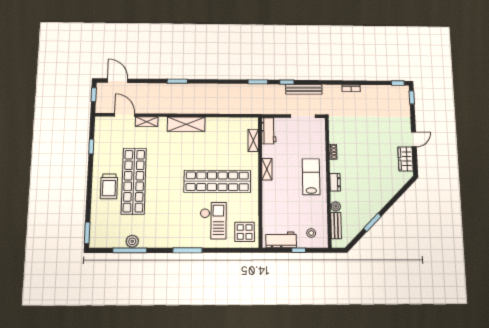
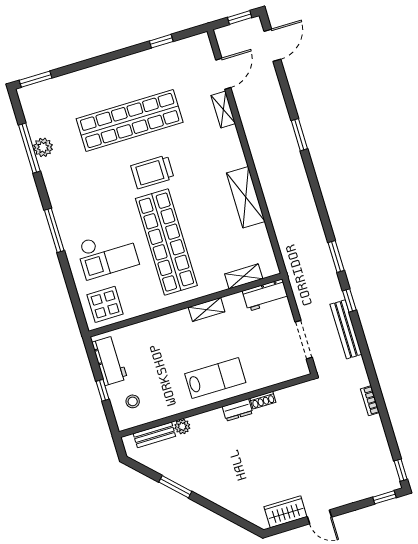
shelving: (186, 124) -> (246, 197), moved
dresser: (335, 182) -> (237, 410), moved
trolley: (109, 186) -> (152, 172), moved

